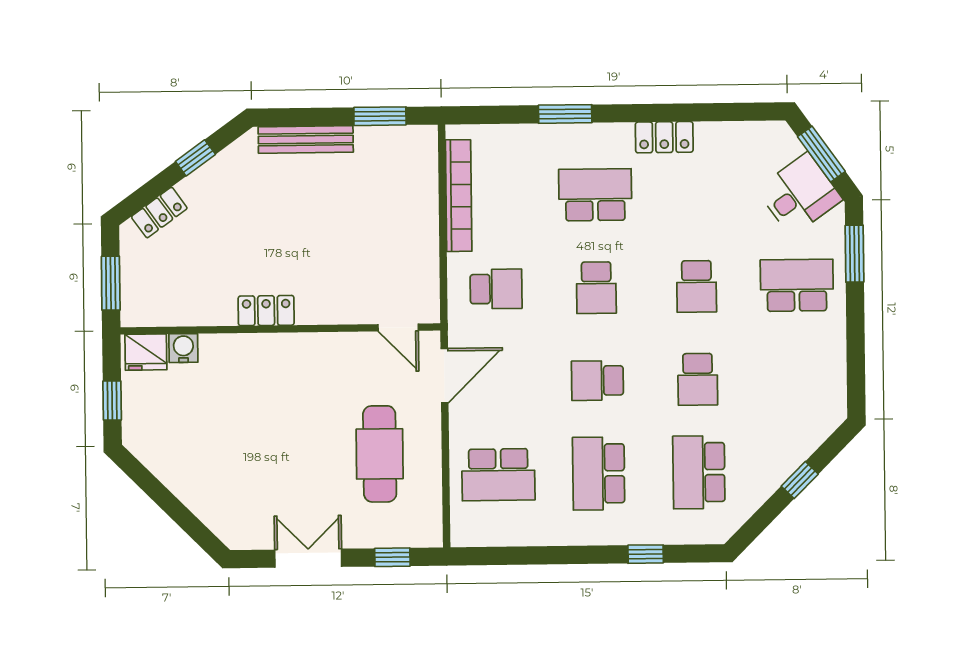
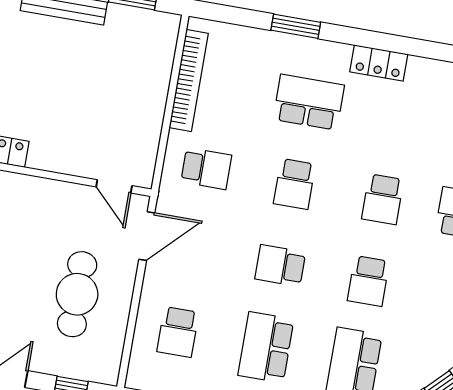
school desk: (498, 475) -> (178, 332), width x0.54

